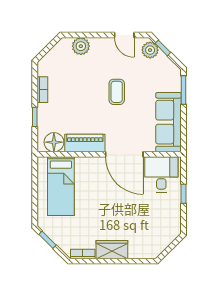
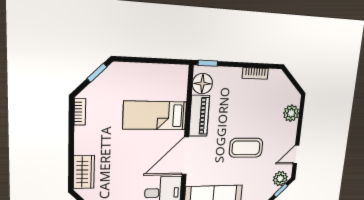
coffee table: (117, 92) -> (246, 148), width x1.36, depth x1.30
window: (35, 117) -> (208, 63), moved
bed: (61, 186) -> (155, 115), moved
wardrobe: (112, 250) -> (84, 172), moved

